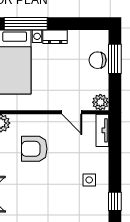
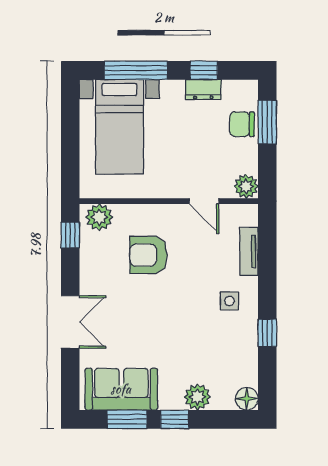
window: (72, 24) -> (204, 70), added
dresser: (55, 37) -> (203, 90), moved
tv unit: (102, 130) -> (249, 251), moved

